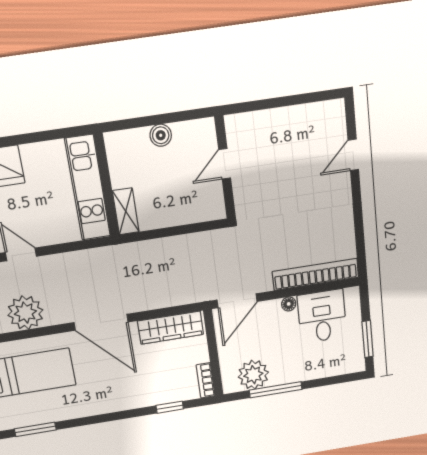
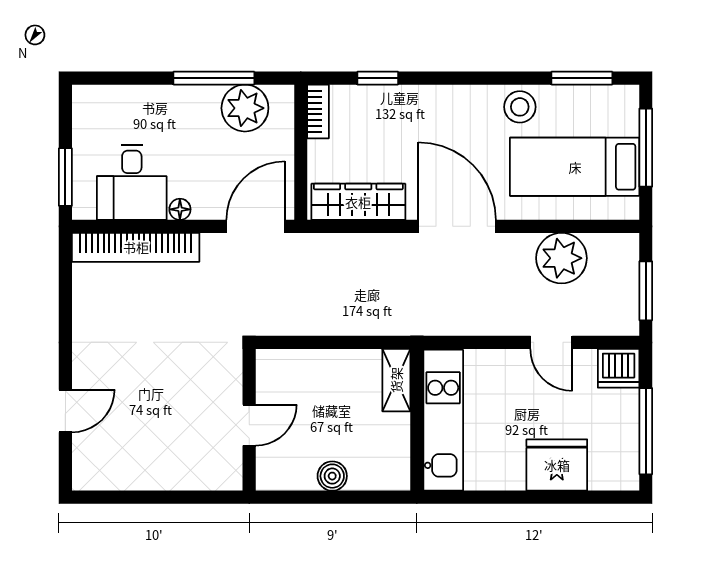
window: (368, 339) -> (65, 177), moved
stool: (73, 405) -> (520, 107), added

